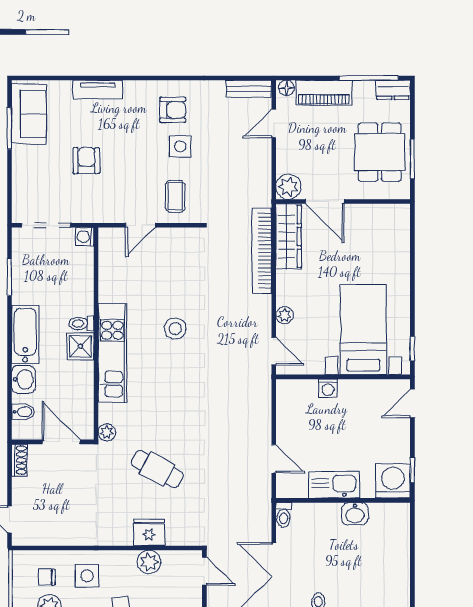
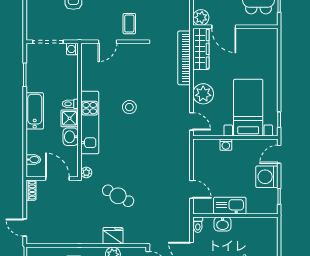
plant: (285, 315) -> (203, 94), width x1.88, depth x1.88
washbasin: (23, 379) -> (71, 137), moved, turned 180
washing machine: (393, 481) -> (267, 177), moved, turned -90
washbasin: (355, 514) -> (223, 224), moved

